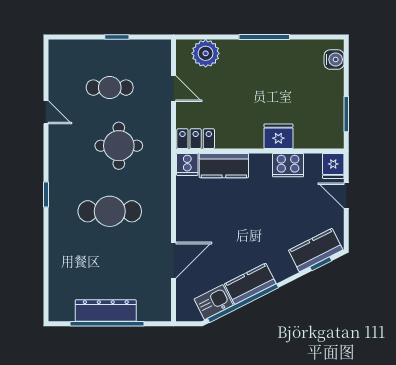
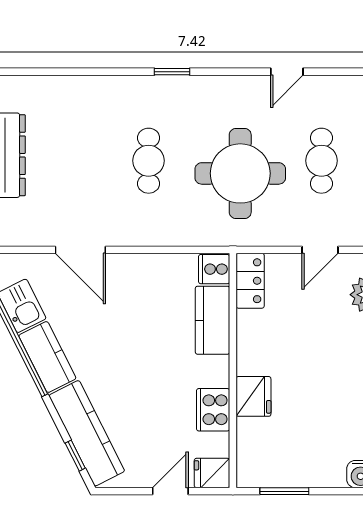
round table: (119, 146) -> (240, 173), width x1.36, depth x1.36
cafe table: (110, 211) -> (149, 161), width x0.73, depth x0.74
kitchen counter: (316, 250) -> (87, 433), width x1.50

